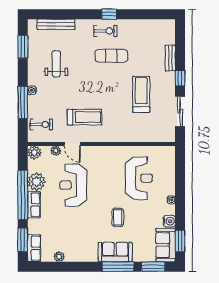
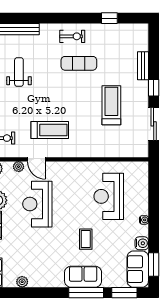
window: (109, 14) -> (109, 18), moved
reception desk: (139, 178) -> (109, 196), turned 180

